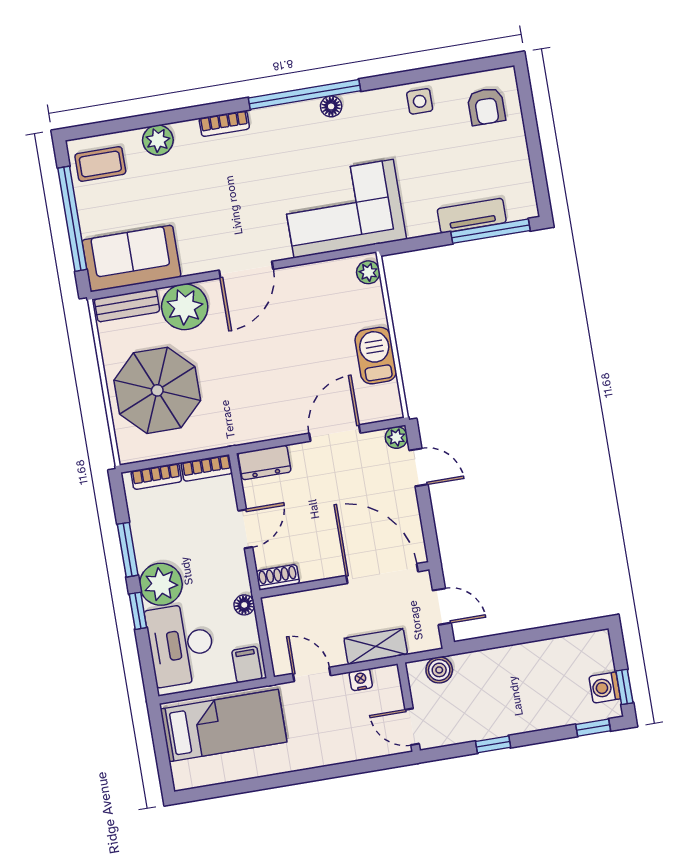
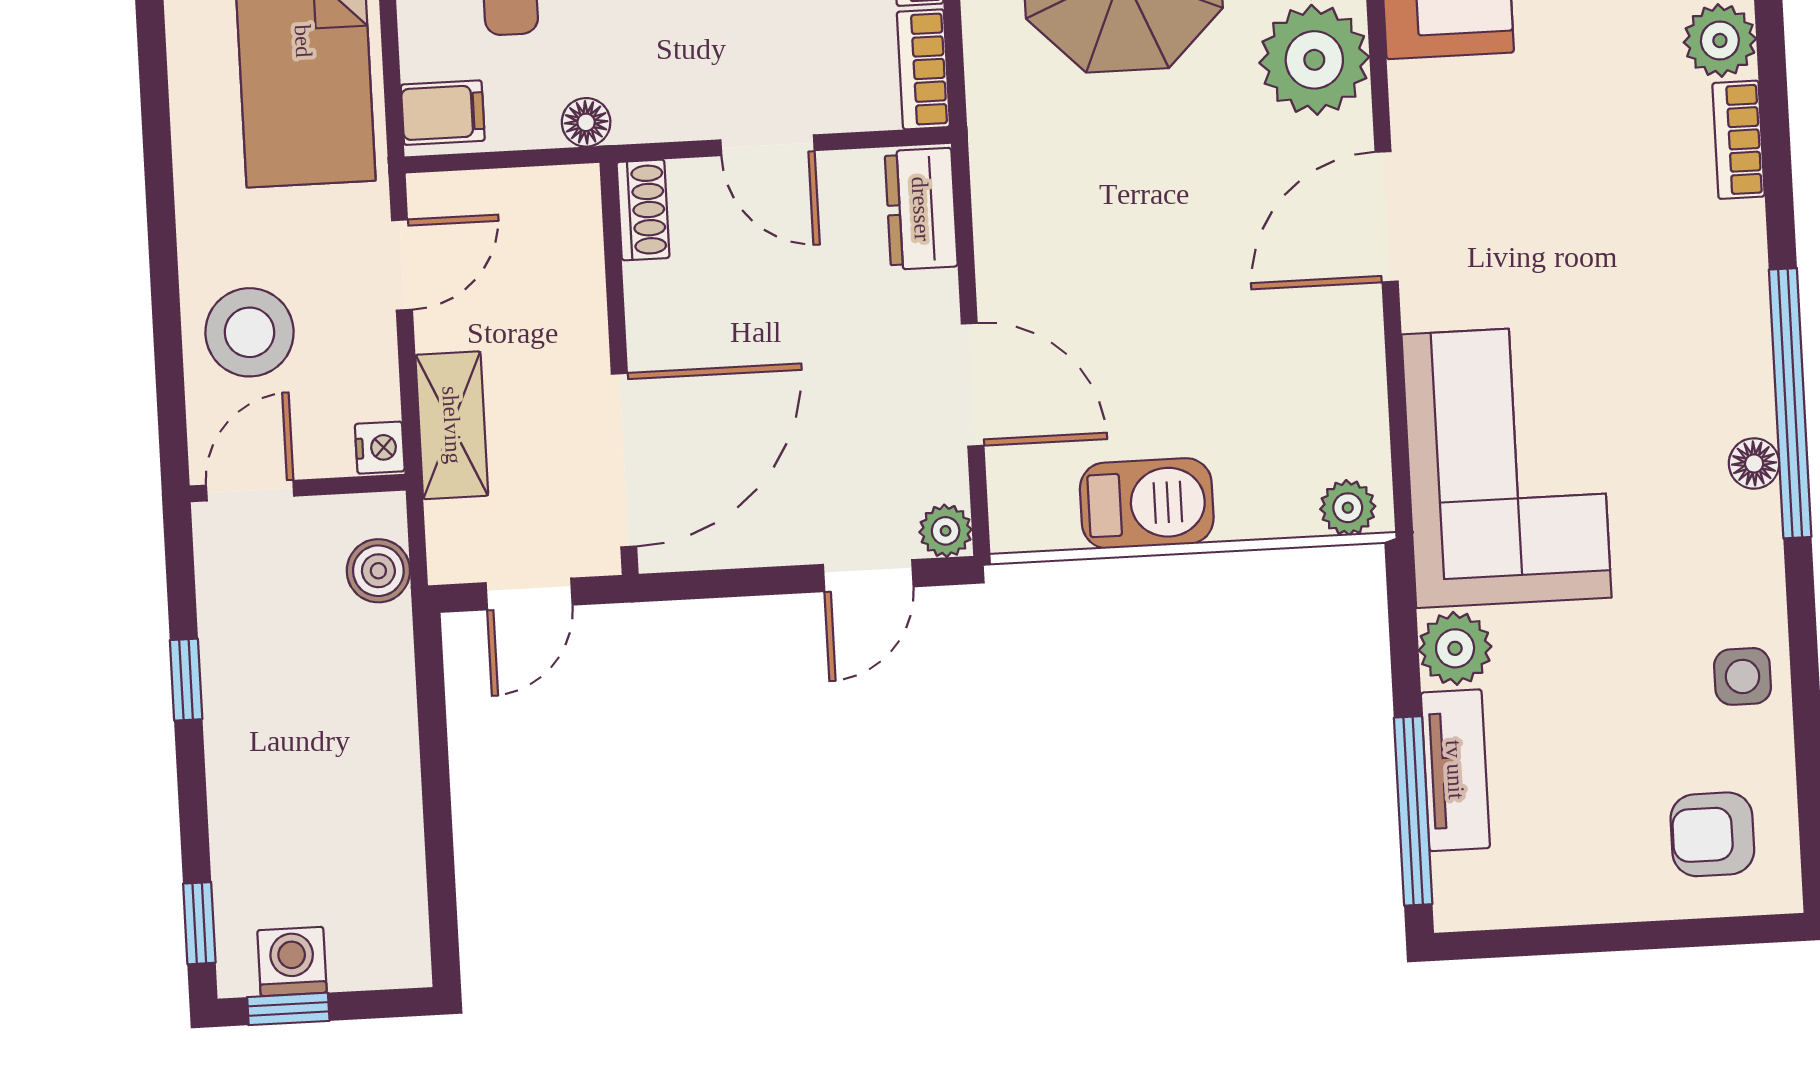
bookcase: (224, 123) -> (1739, 140), moved
plant: (421, 221) -> (1455, 648), added
door: (246, 270) -> (1387, 217), hinge flipped
nightstand: (361, 680) -> (380, 448), moved
stool: (347, 734) -> (249, 332), added

